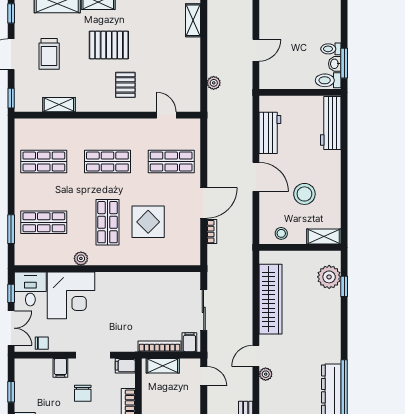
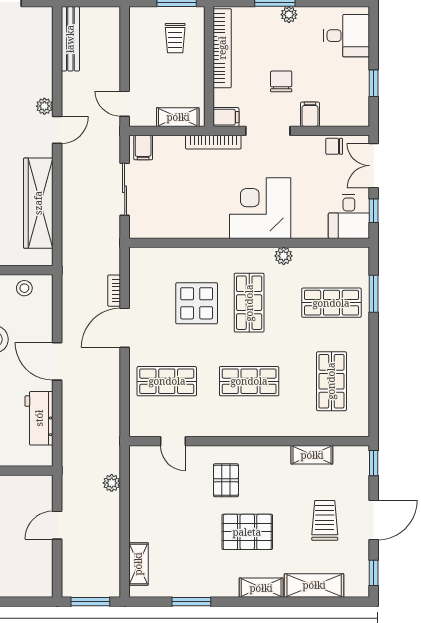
shop shelf: (44, 162) -> (331, 381), turned 90
corner desk: (71, 295) -> (260, 208), moved
bookcase: (160, 346) -> (213, 142), moved

